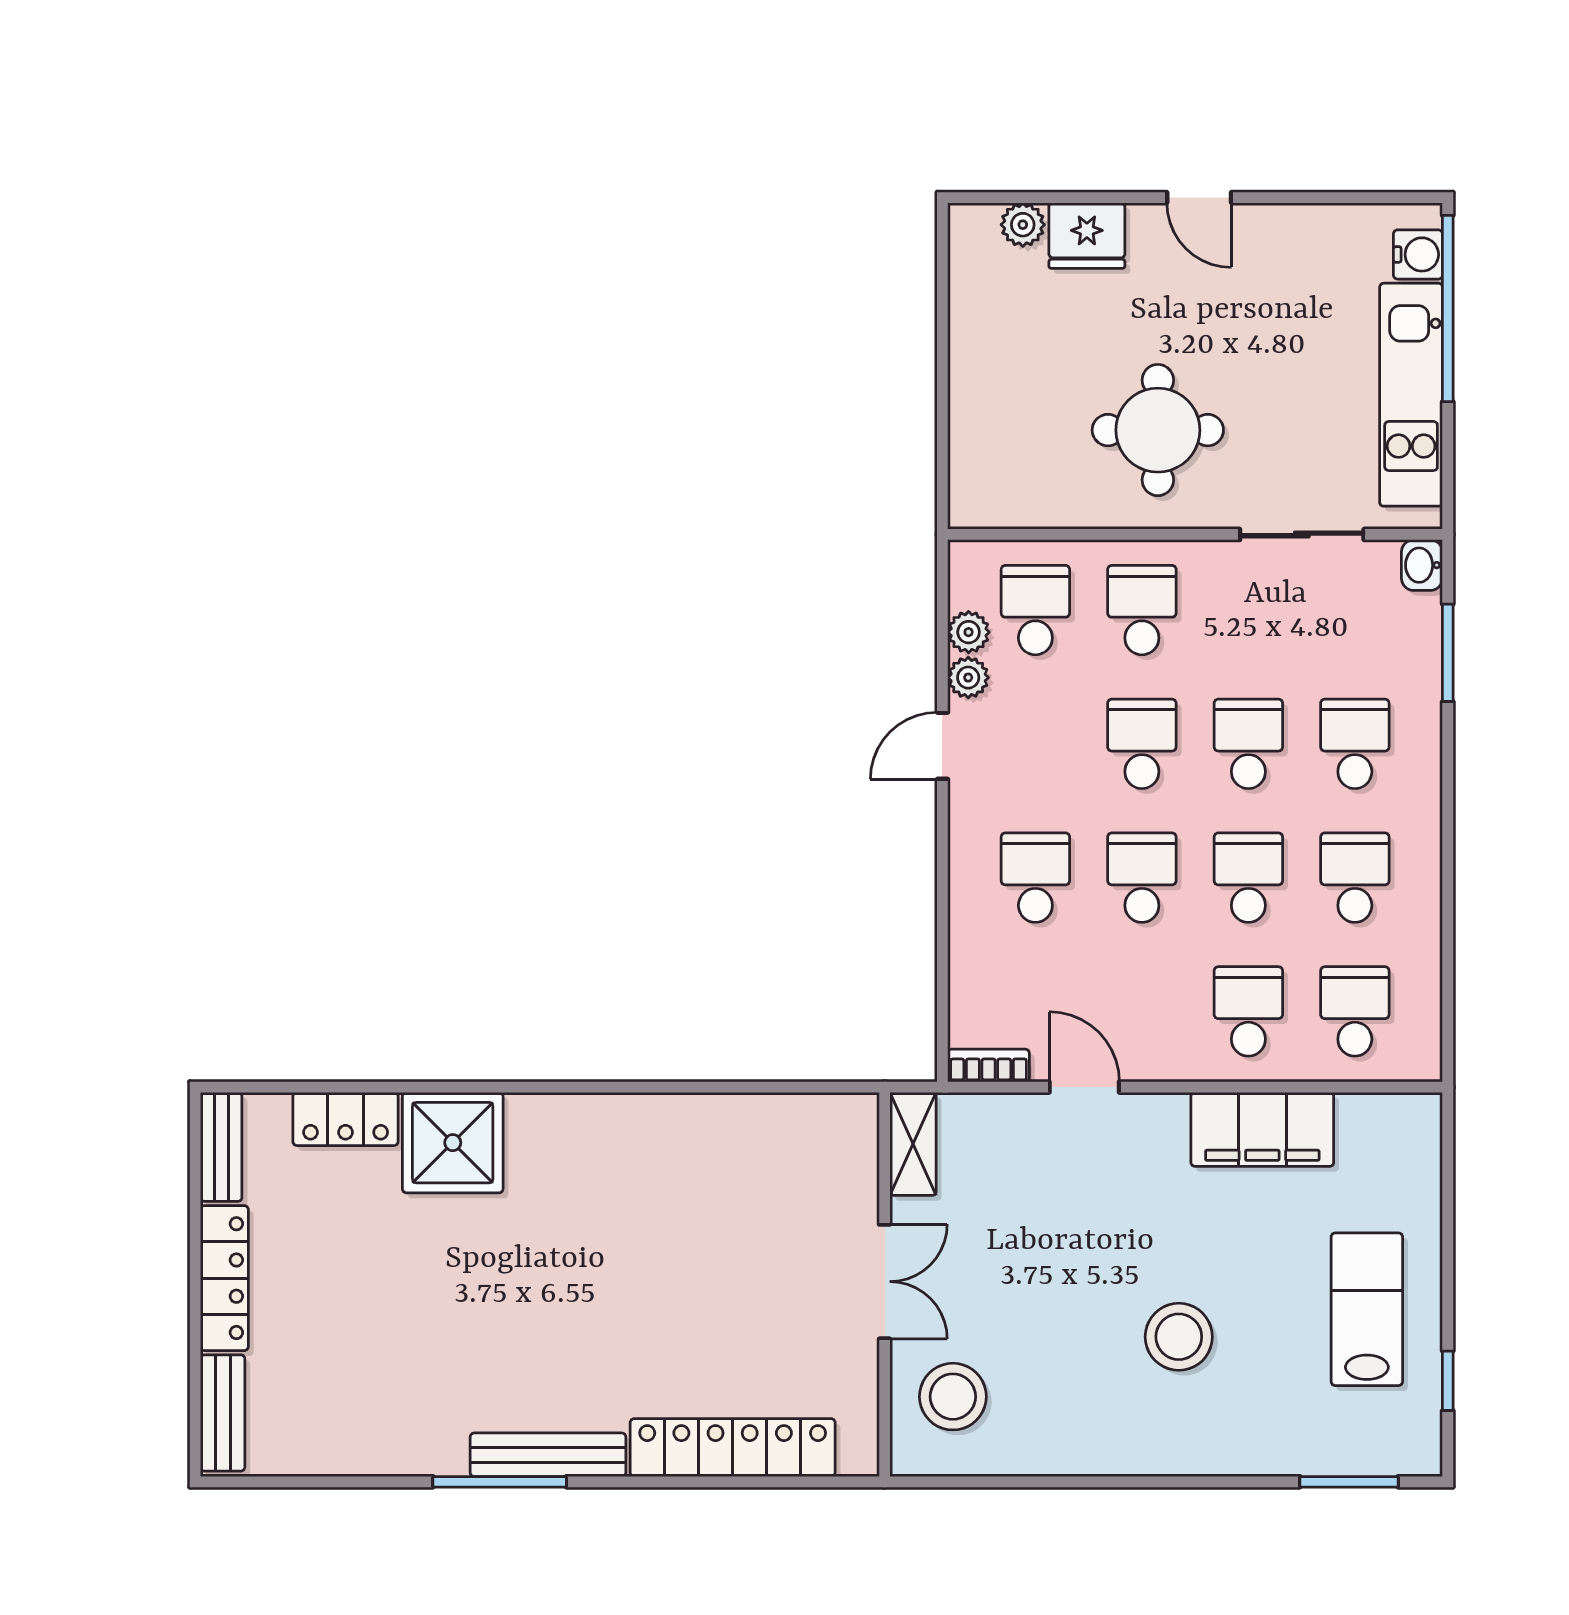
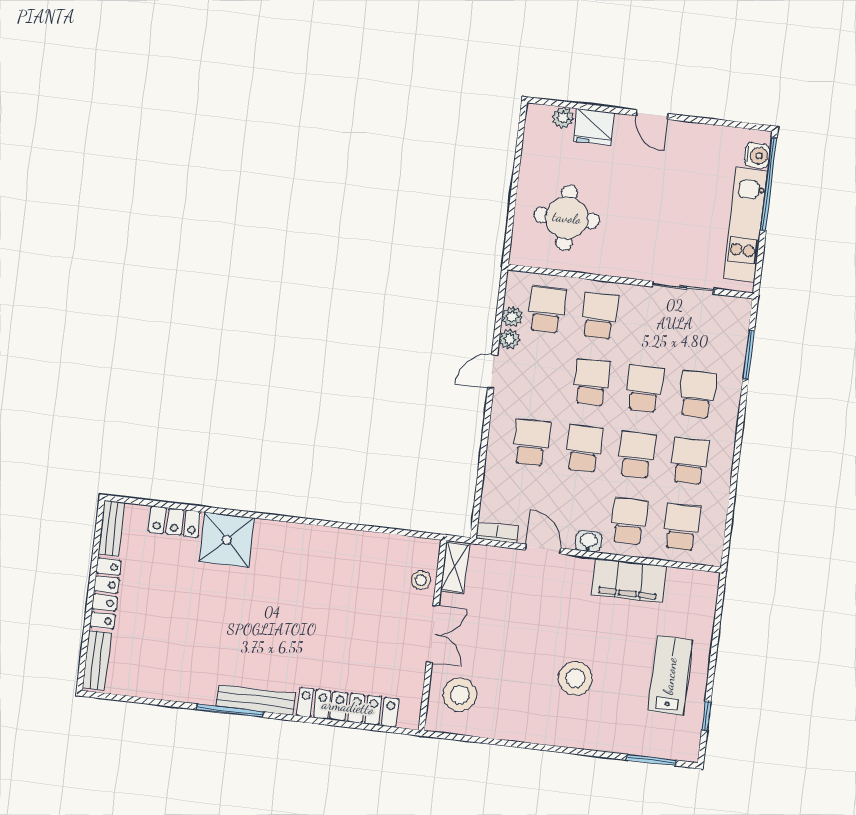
round table: (1158, 430) -> (567, 218), moved
washbasin: (1422, 565) -> (589, 541), moved, turned 90
stool: (849, 1177) -> (421, 580), added

